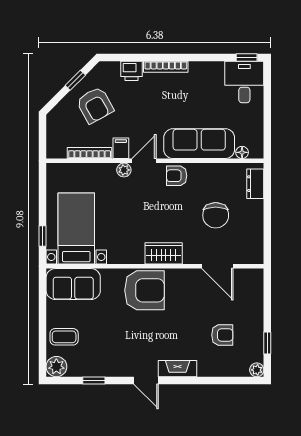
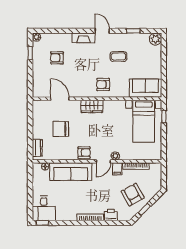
chair: (216, 215) -> (61, 129), turned -90
armchair: (145, 290) -> (103, 84), width x0.53, depth x0.53
coffee table: (64, 337) -> (118, 57), moved

